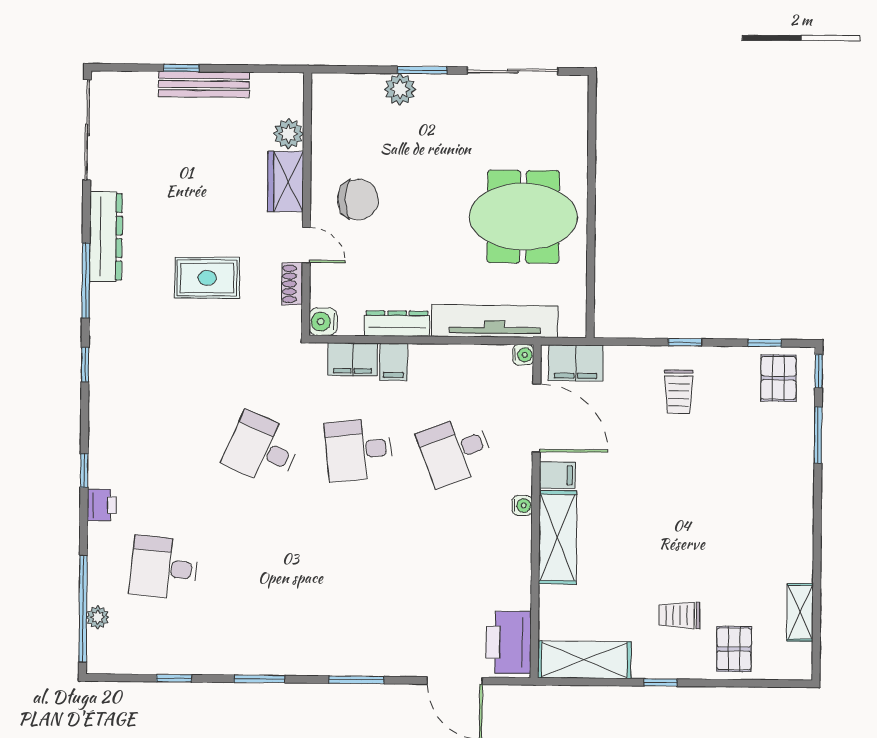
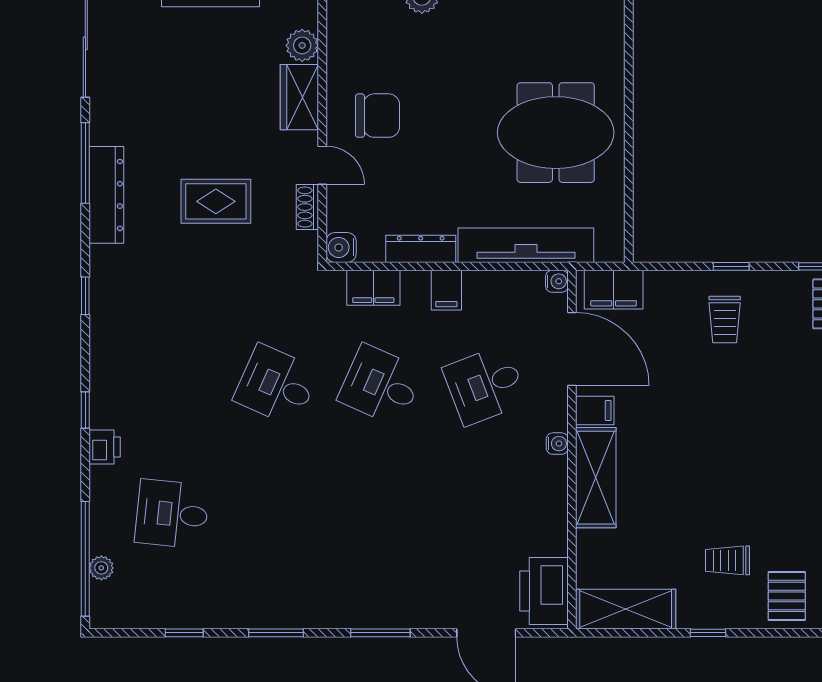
dresser: (106, 237) -> (106, 195), moved
window: (86, 280) -> (85, 163), moved
filing cabinet: (394, 362) -> (446, 290), moved
desk: (359, 450) -> (381, 385), turned 30

